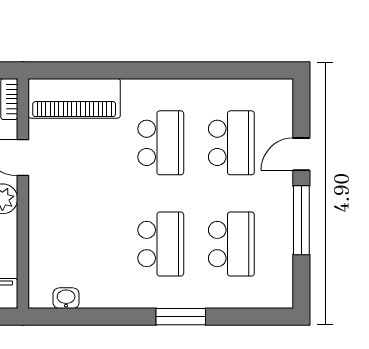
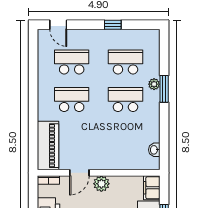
door: (301, 154) -> (58, 25), moved
window: (301, 220) -> (113, 25), width x0.46
plant: (190, 298) -> (154, 84), added

